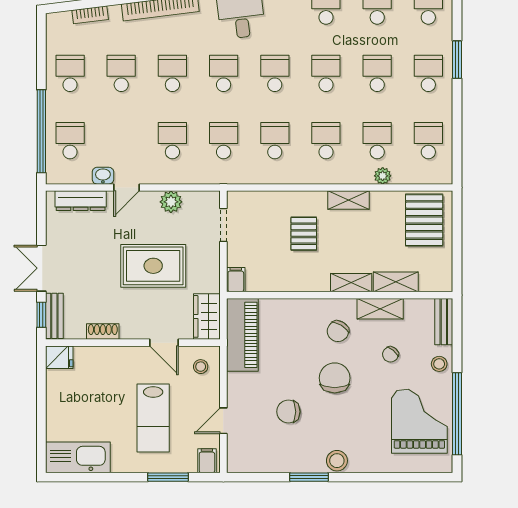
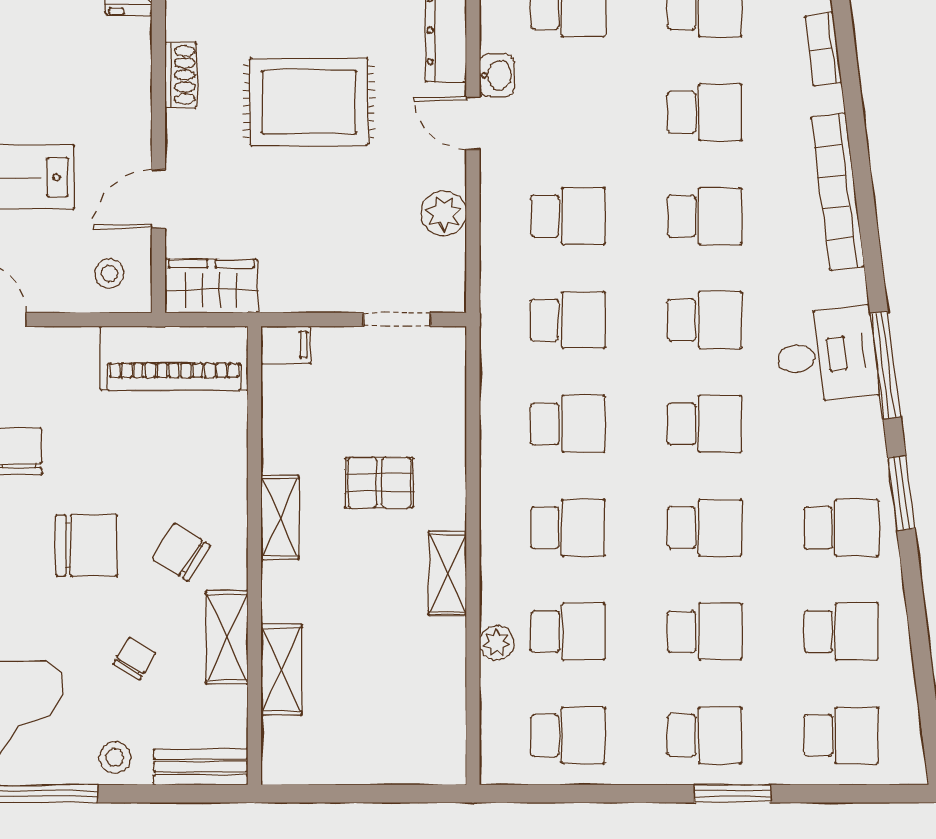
pallet: (424, 220) -> (407, 727), removed
rug: (153, 266) -> (309, 102), moved, turned 90
shelving: (351, 283) -> (280, 517), moved
chair: (390, 354) -> (134, 659), turned 81

